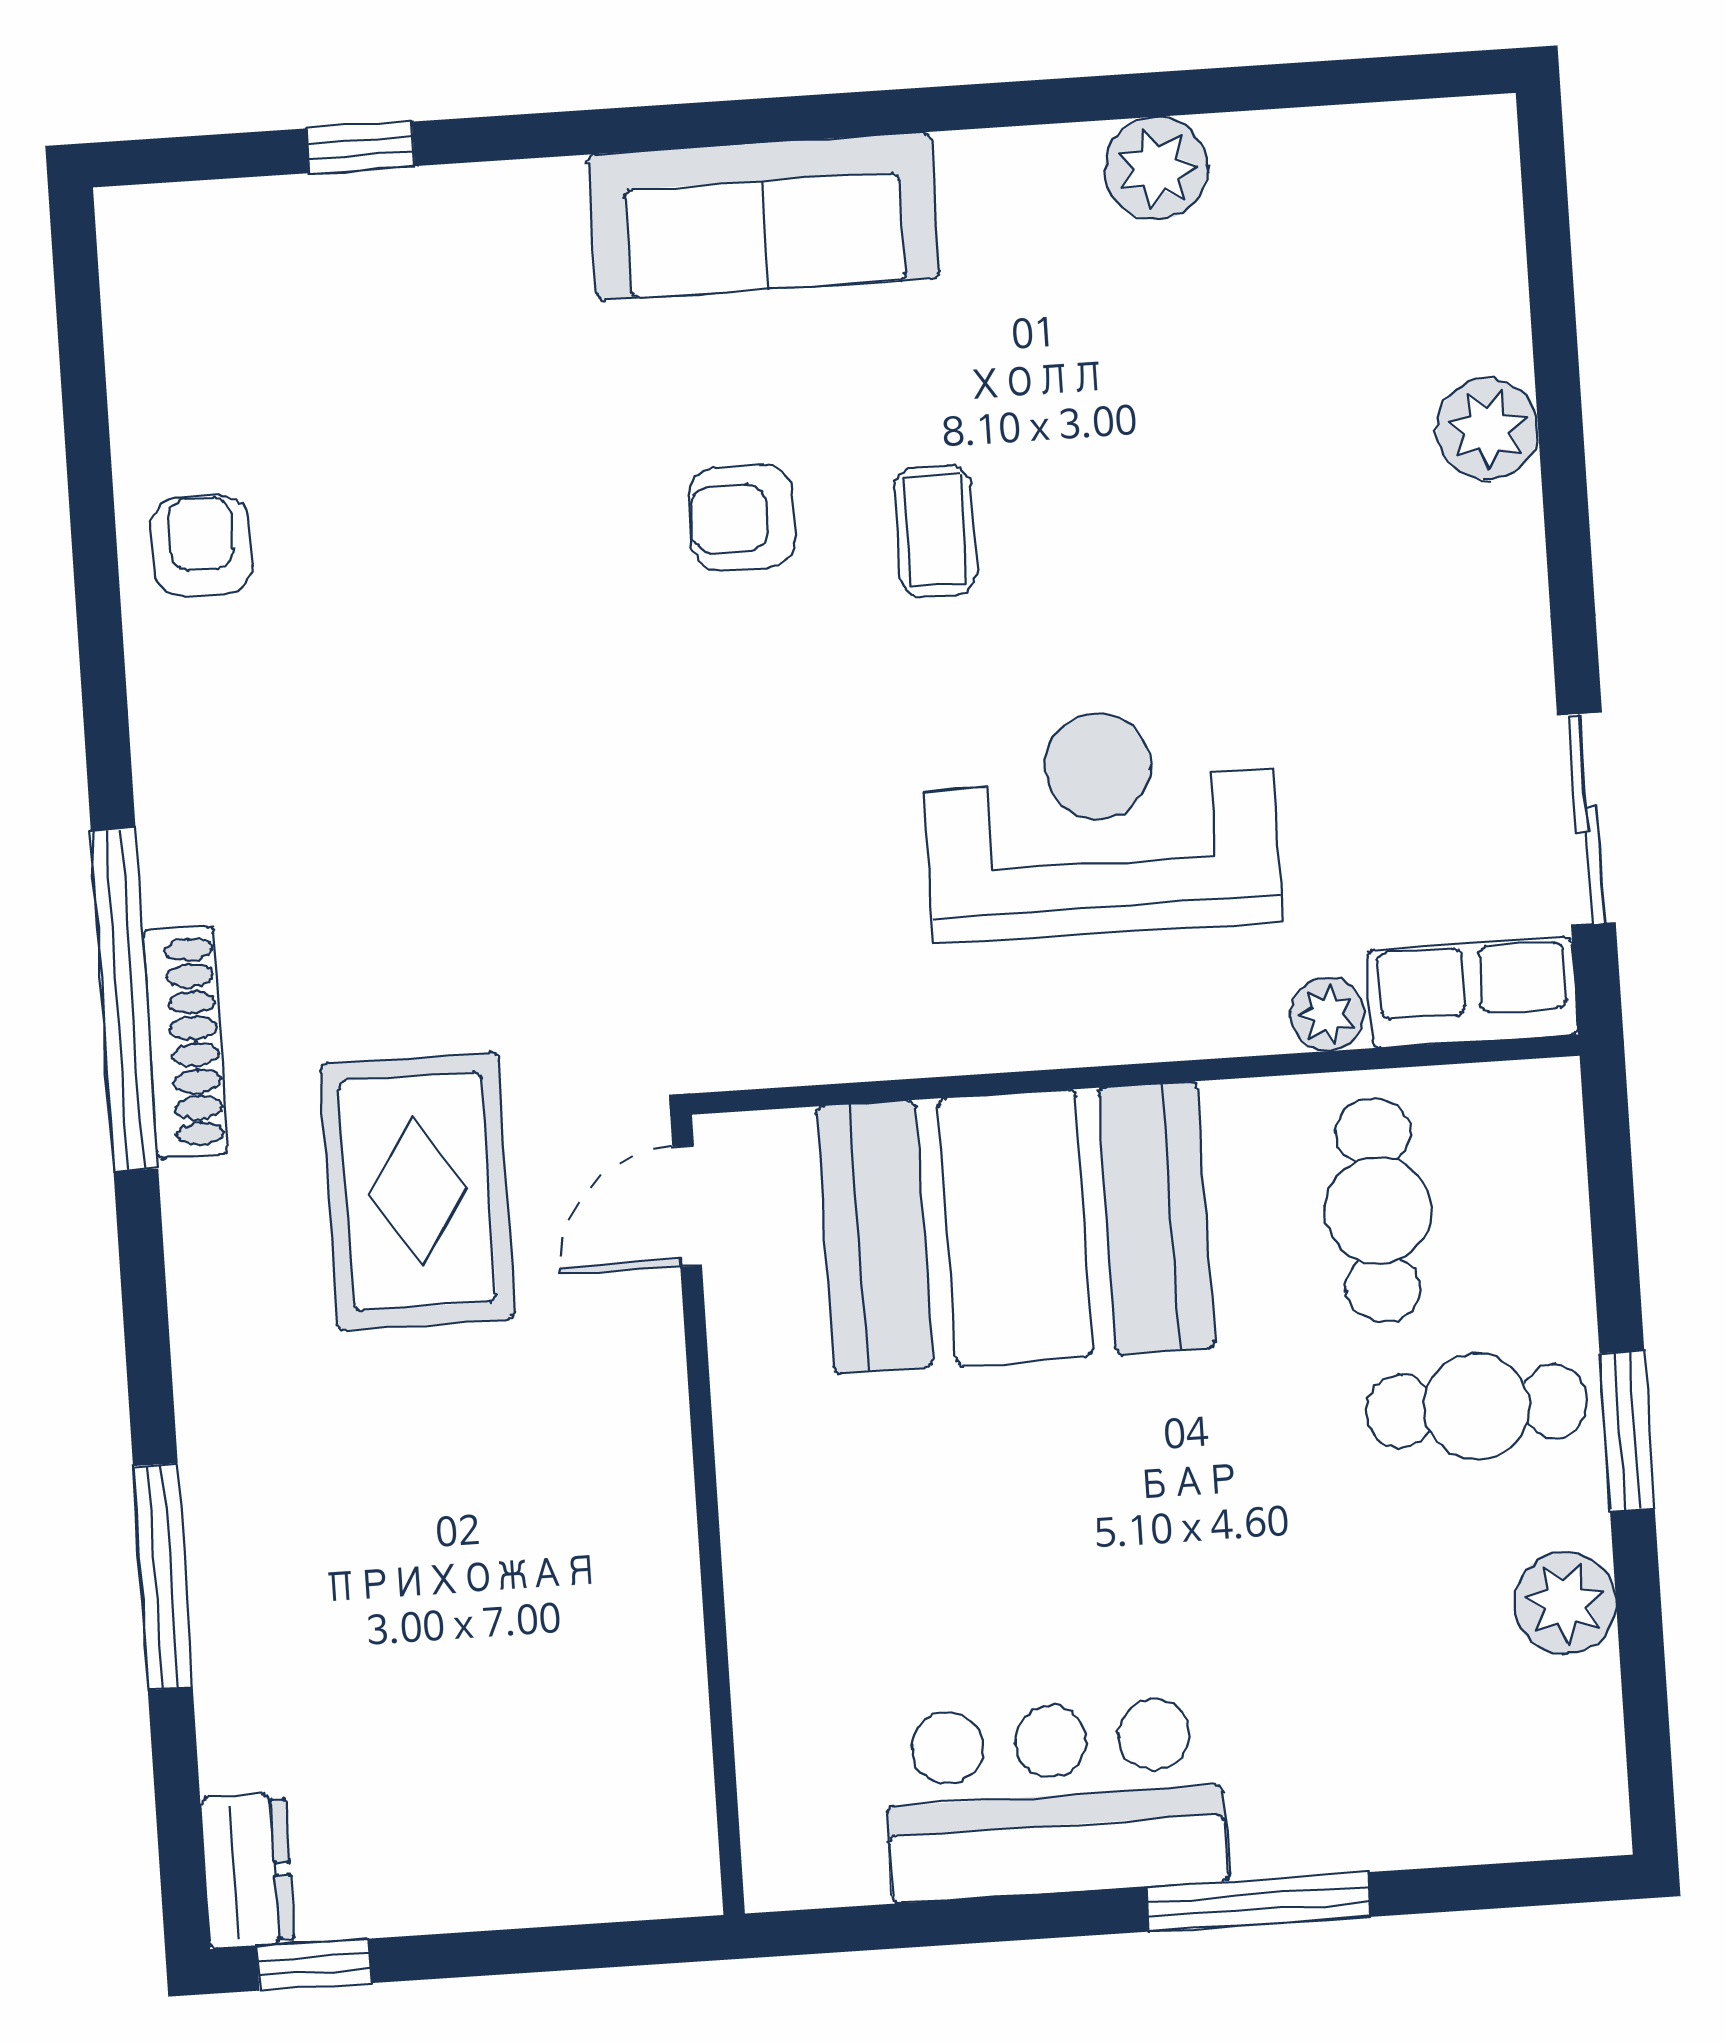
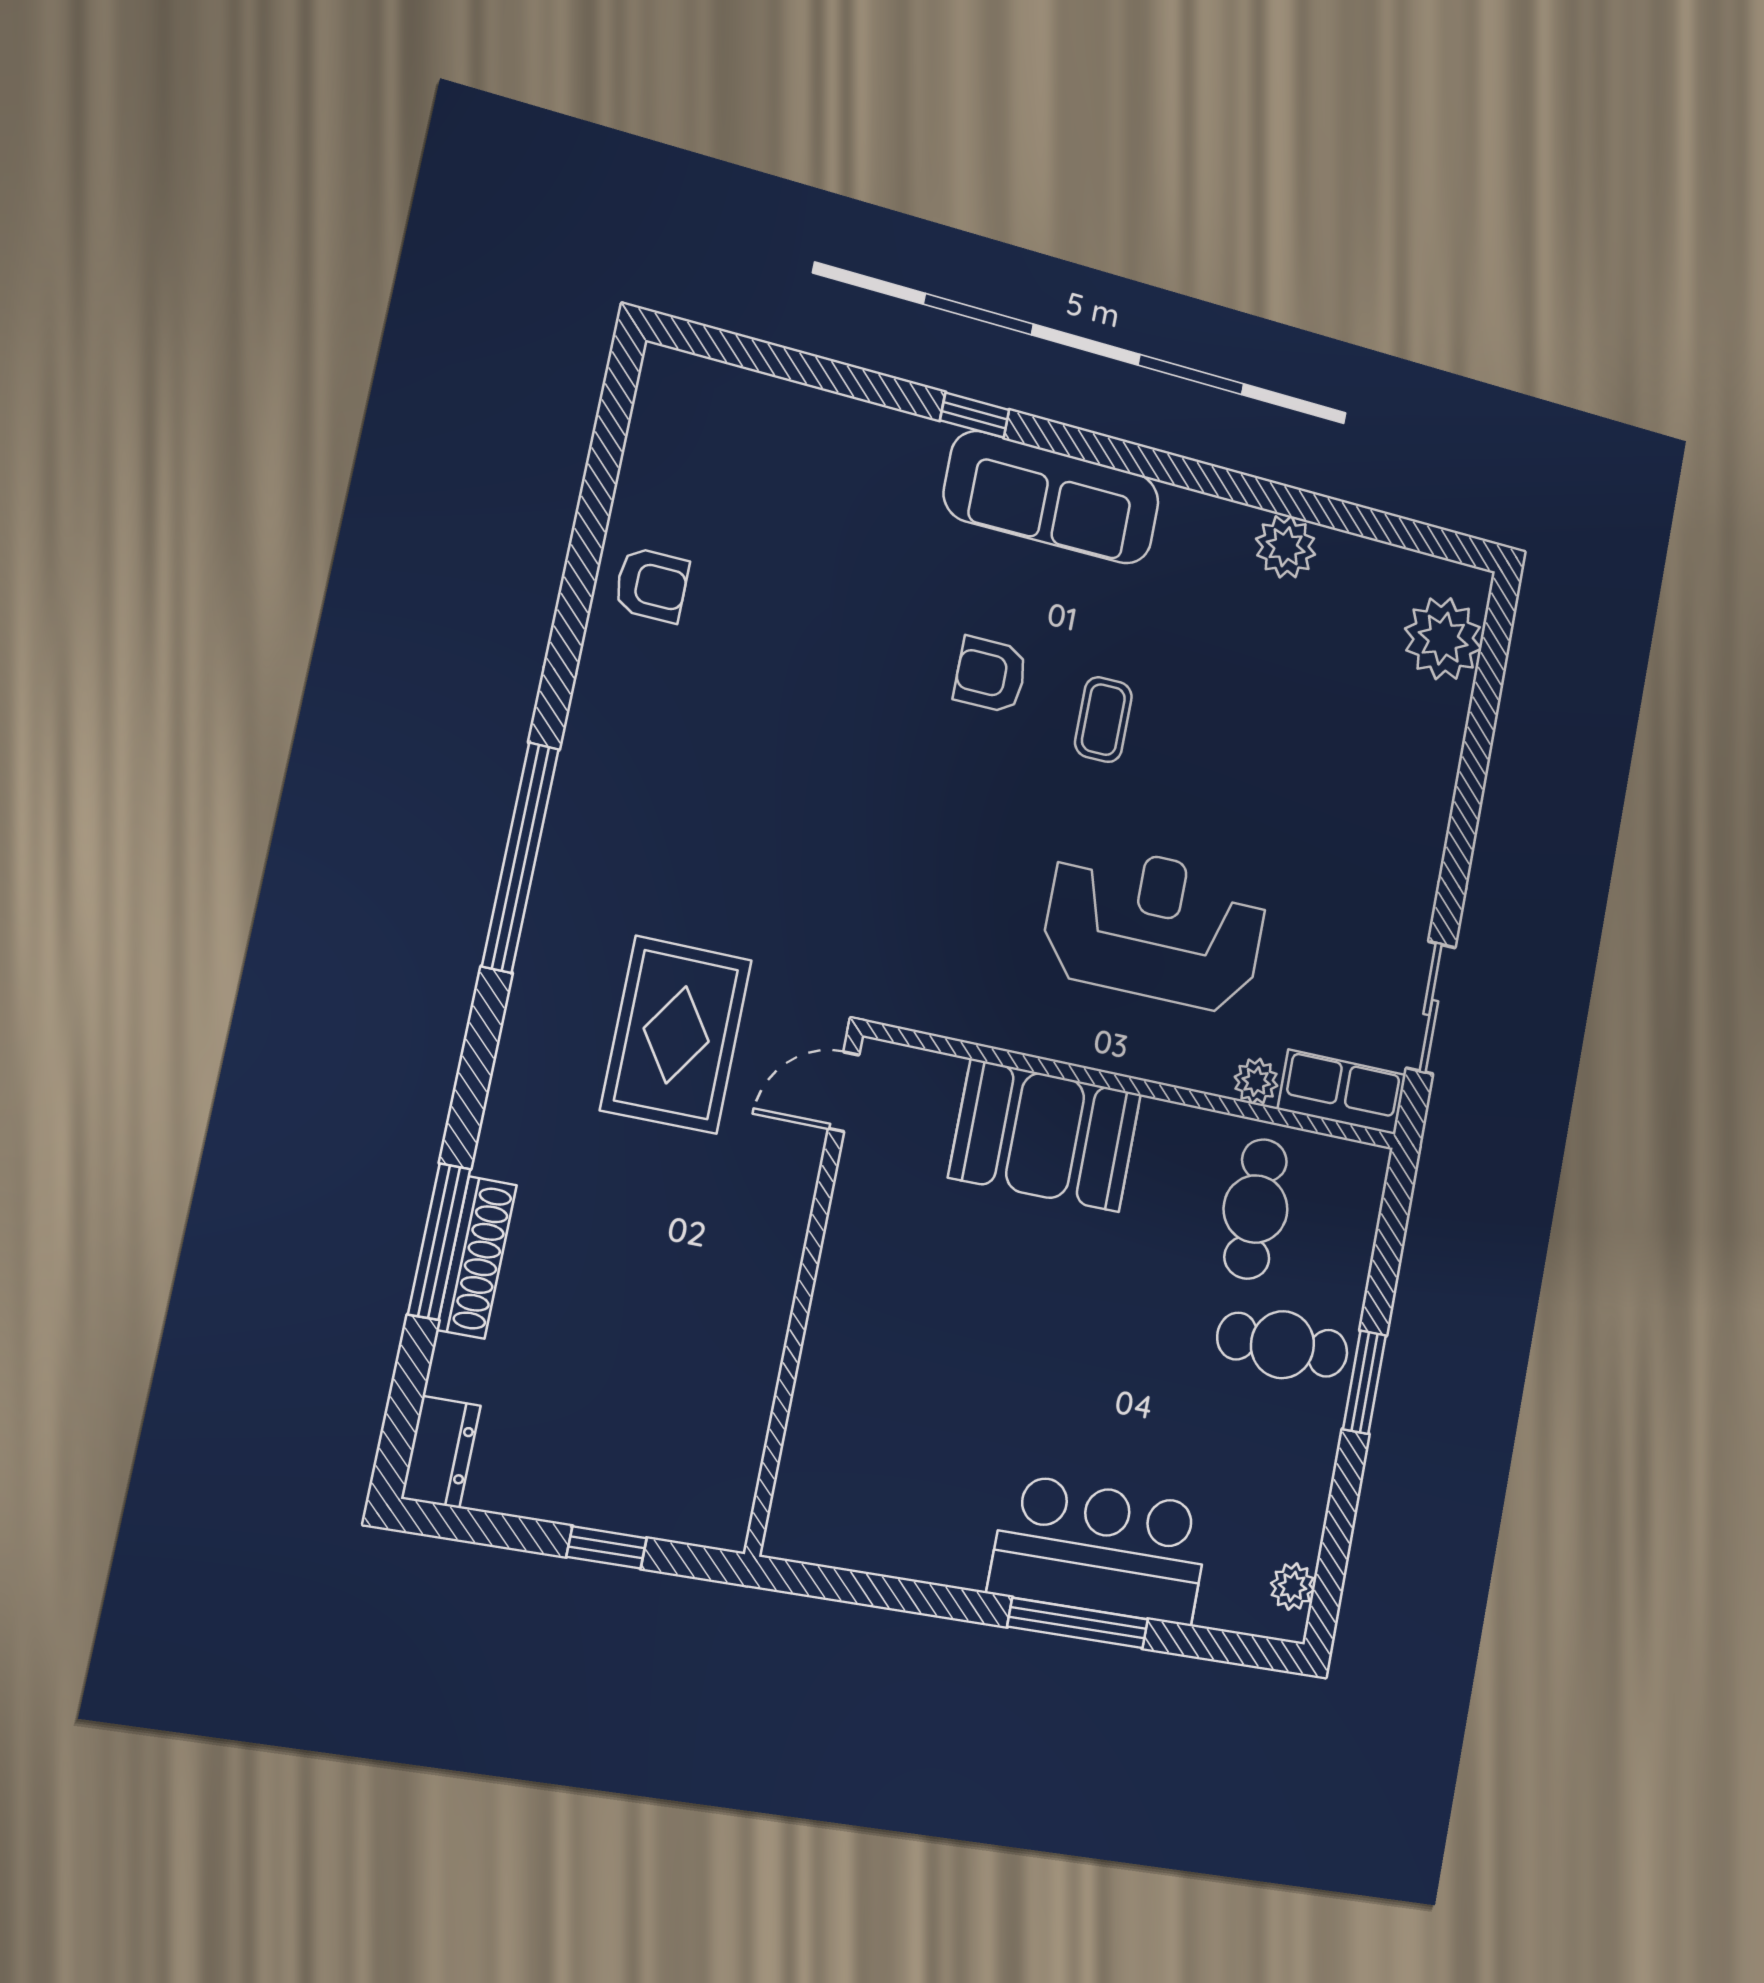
window: (361, 147) -> (975, 415), moved
plant: (1487, 429) -> (1443, 639), moved, width x1.36, depth x1.36
armchair: (202, 546) -> (652, 585), turned 90
shoe rack: (185, 1042) -> (477, 1257), moved
booth: (1015, 1228) -> (1045, 1136), width x0.73, depth x0.70
plant: (1565, 1603) -> (1293, 1587), moved, width x0.73, depth x0.73
bar counter: (1055, 1799) -> (1100, 1550), moved
window: (314, 1965) -> (607, 1548), moved

